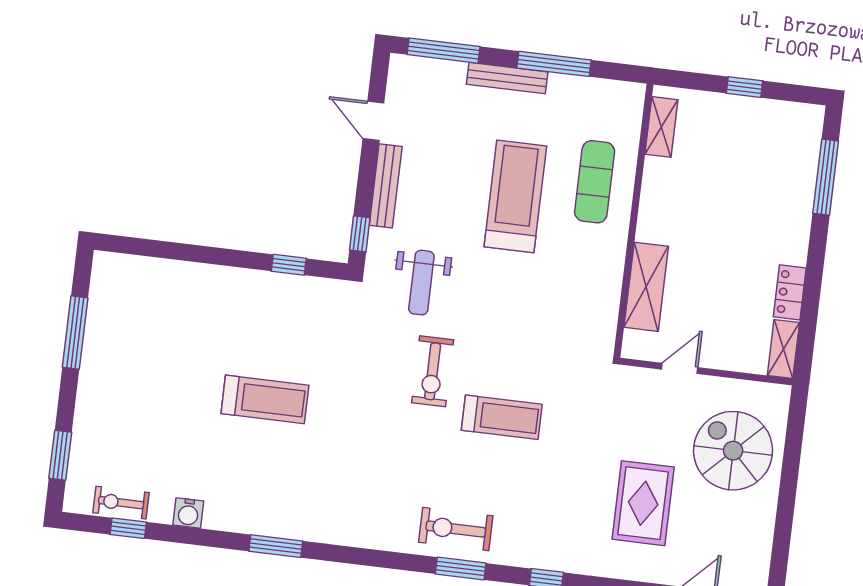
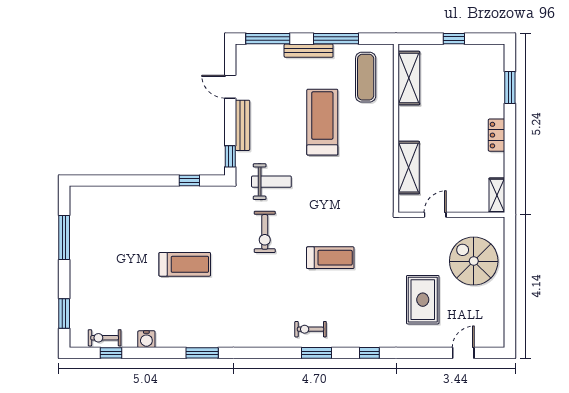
shelving: (661, 127) -> (409, 78), width x1.50, depth x1.33
window: (826, 177) -> (510, 88), width x0.69
exercise mat: (595, 182) -> (366, 77), moved
weight bench: (421, 283) -> (271, 182), turned -90
locker: (790, 292) -> (497, 135), moved
exercise bike: (433, 371) -> (265, 232), moved
exercise bike: (456, 529) -> (311, 329), width x0.73, depth x0.72

